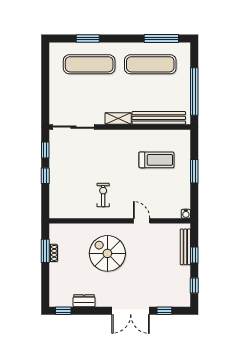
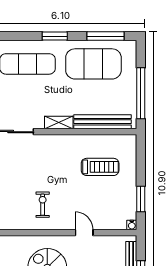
window: (88, 38) -> (55, 36), moved
exercise mat: (150, 64) -> (93, 64), width x1.47
window: (194, 171) -> (141, 199), moved

